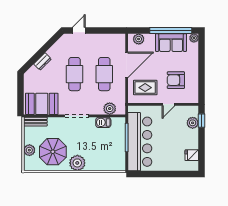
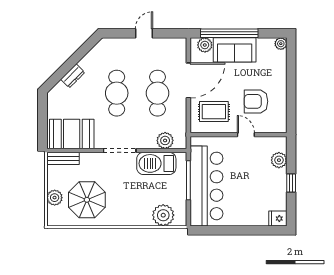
door: (79, 31) -> (144, 33), moved
window: (171, 31) -> (229, 33), moved
sofa: (171, 43) -> (235, 50), moved
door: (169, 104) -> (246, 135), swing flipped
window: (202, 121) -> (291, 183), moved
barbecue: (103, 122) -> (156, 163), width x1.88, depth x1.53
fridge: (192, 155) -> (278, 219), moved
plant: (77, 163) -> (163, 215), moved

